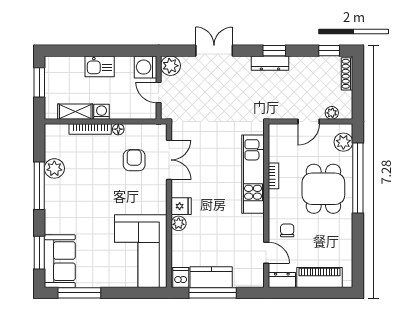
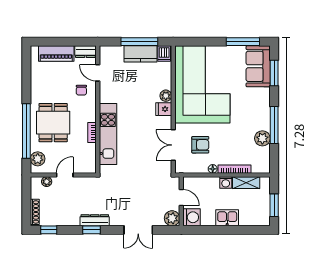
armchair: (134, 160) -> (200, 145), turned -90
corner sofa: (141, 251) -> (202, 84), width x1.36, depth x1.36

